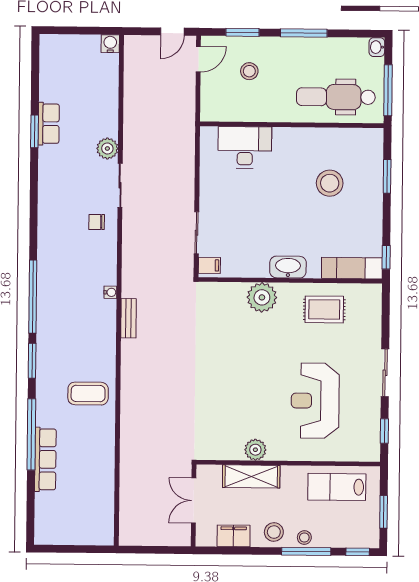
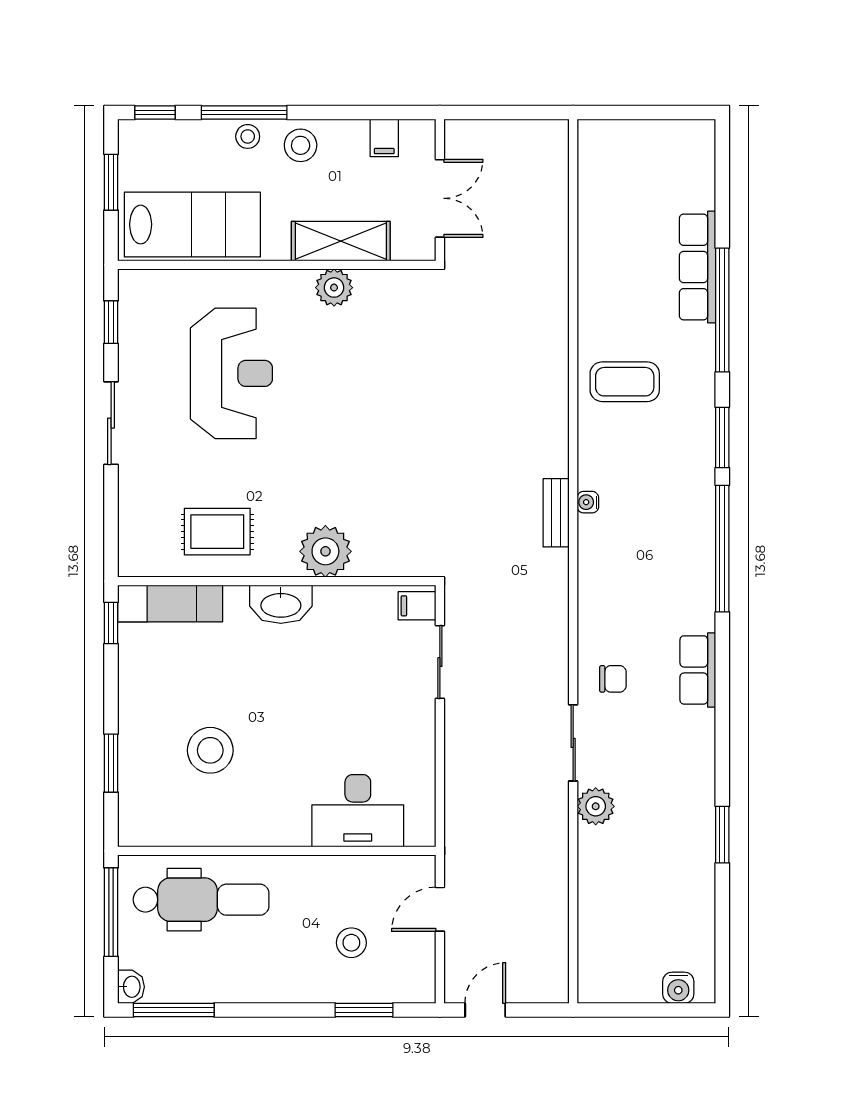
window: (304, 33) -> (174, 1010), moved
water cooler: (110, 44) -> (678, 988), moved
door: (198, 59) -> (440, 909), moved
row of seats: (49, 124) -> (698, 670), moved
water cooler: (110, 292) -> (588, 502), moved
lab bench: (337, 487) -> (192, 225), width x1.36, depth x1.39
filing cabinet: (234, 536) -> (384, 138), width x0.50

